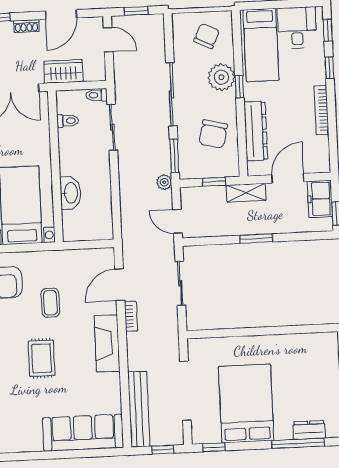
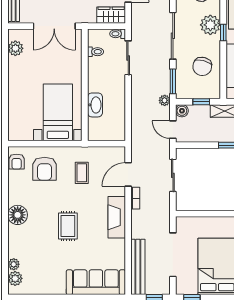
wardrobe: (63, 71) -> (111, 15), moved
boiler: (188, 195) -> (182, 111), added
coffee table: (50, 303) -> (82, 173), moved

